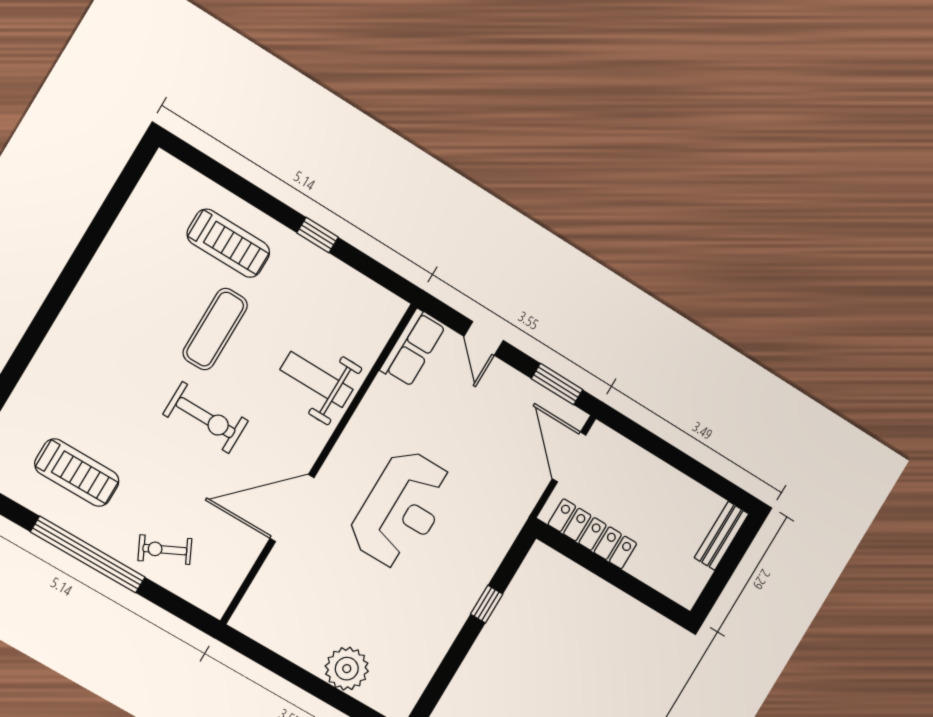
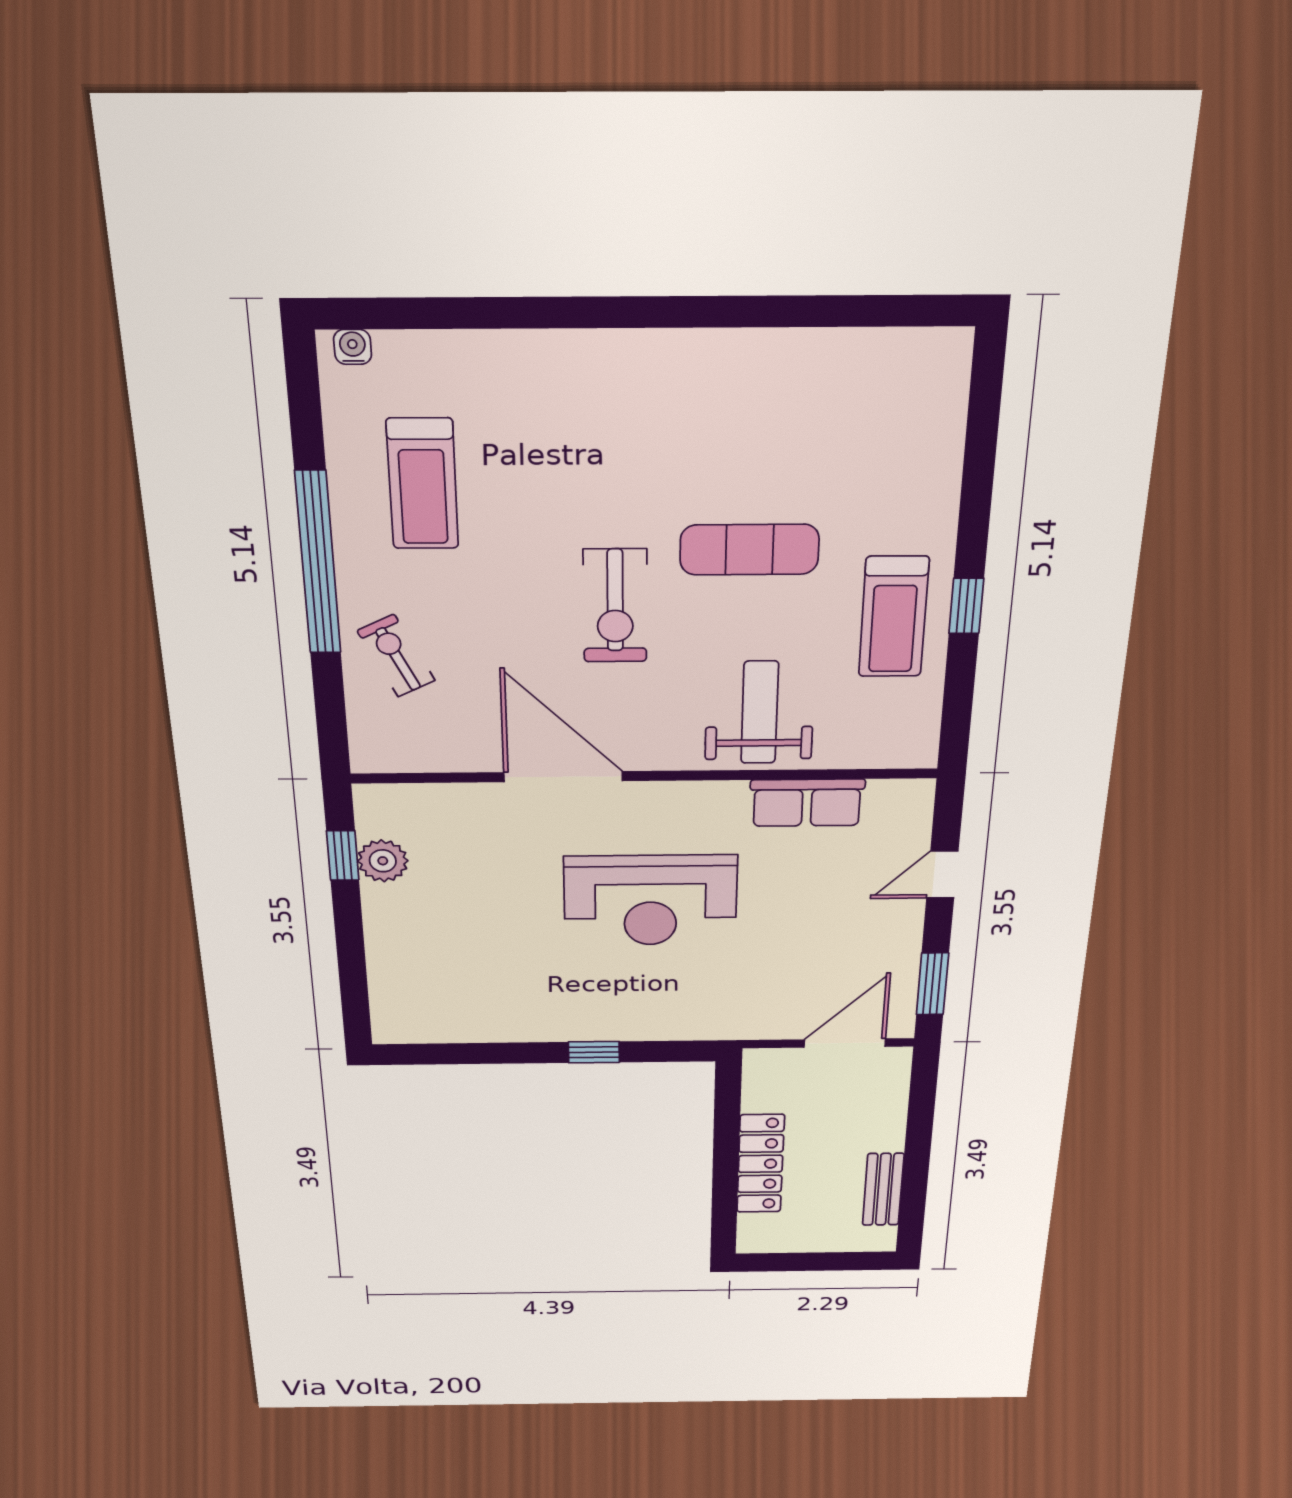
treadmill: (228, 243) -> (894, 617), moved
row of seats: (413, 348) -> (807, 803), moved
locker: (593, 534) -> (760, 1164), moved
bench: (722, 536) -> (883, 1189), moved, turned 90
window: (268, 659) -> (343, 856), added
plant: (347, 669) -> (383, 861), moved, width x0.73, depth x0.73

